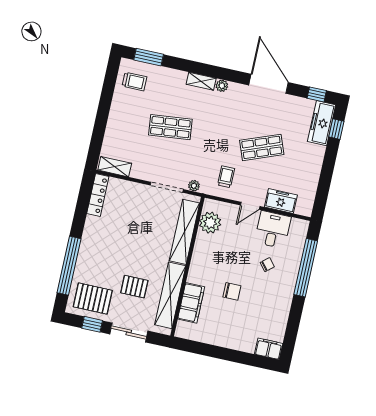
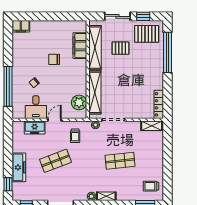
freezer: (322, 123) -> (19, 167), moved

